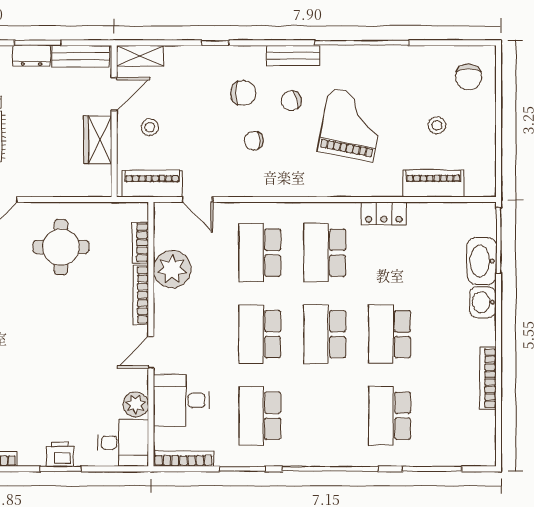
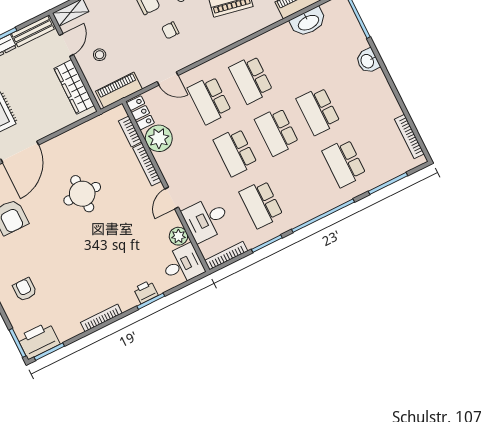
wardrobe: (98, 140) -> (74, 87), width x1.50
door: (198, 200) -> (168, 78), moved
locker: (384, 213) -> (140, 113), moved, turned -90
round table: (61, 247) -> (82, 194), moved
washbasin: (482, 261) -> (308, 22), moved, turned -90
bookcase: (488, 378) -> (409, 137), moved

